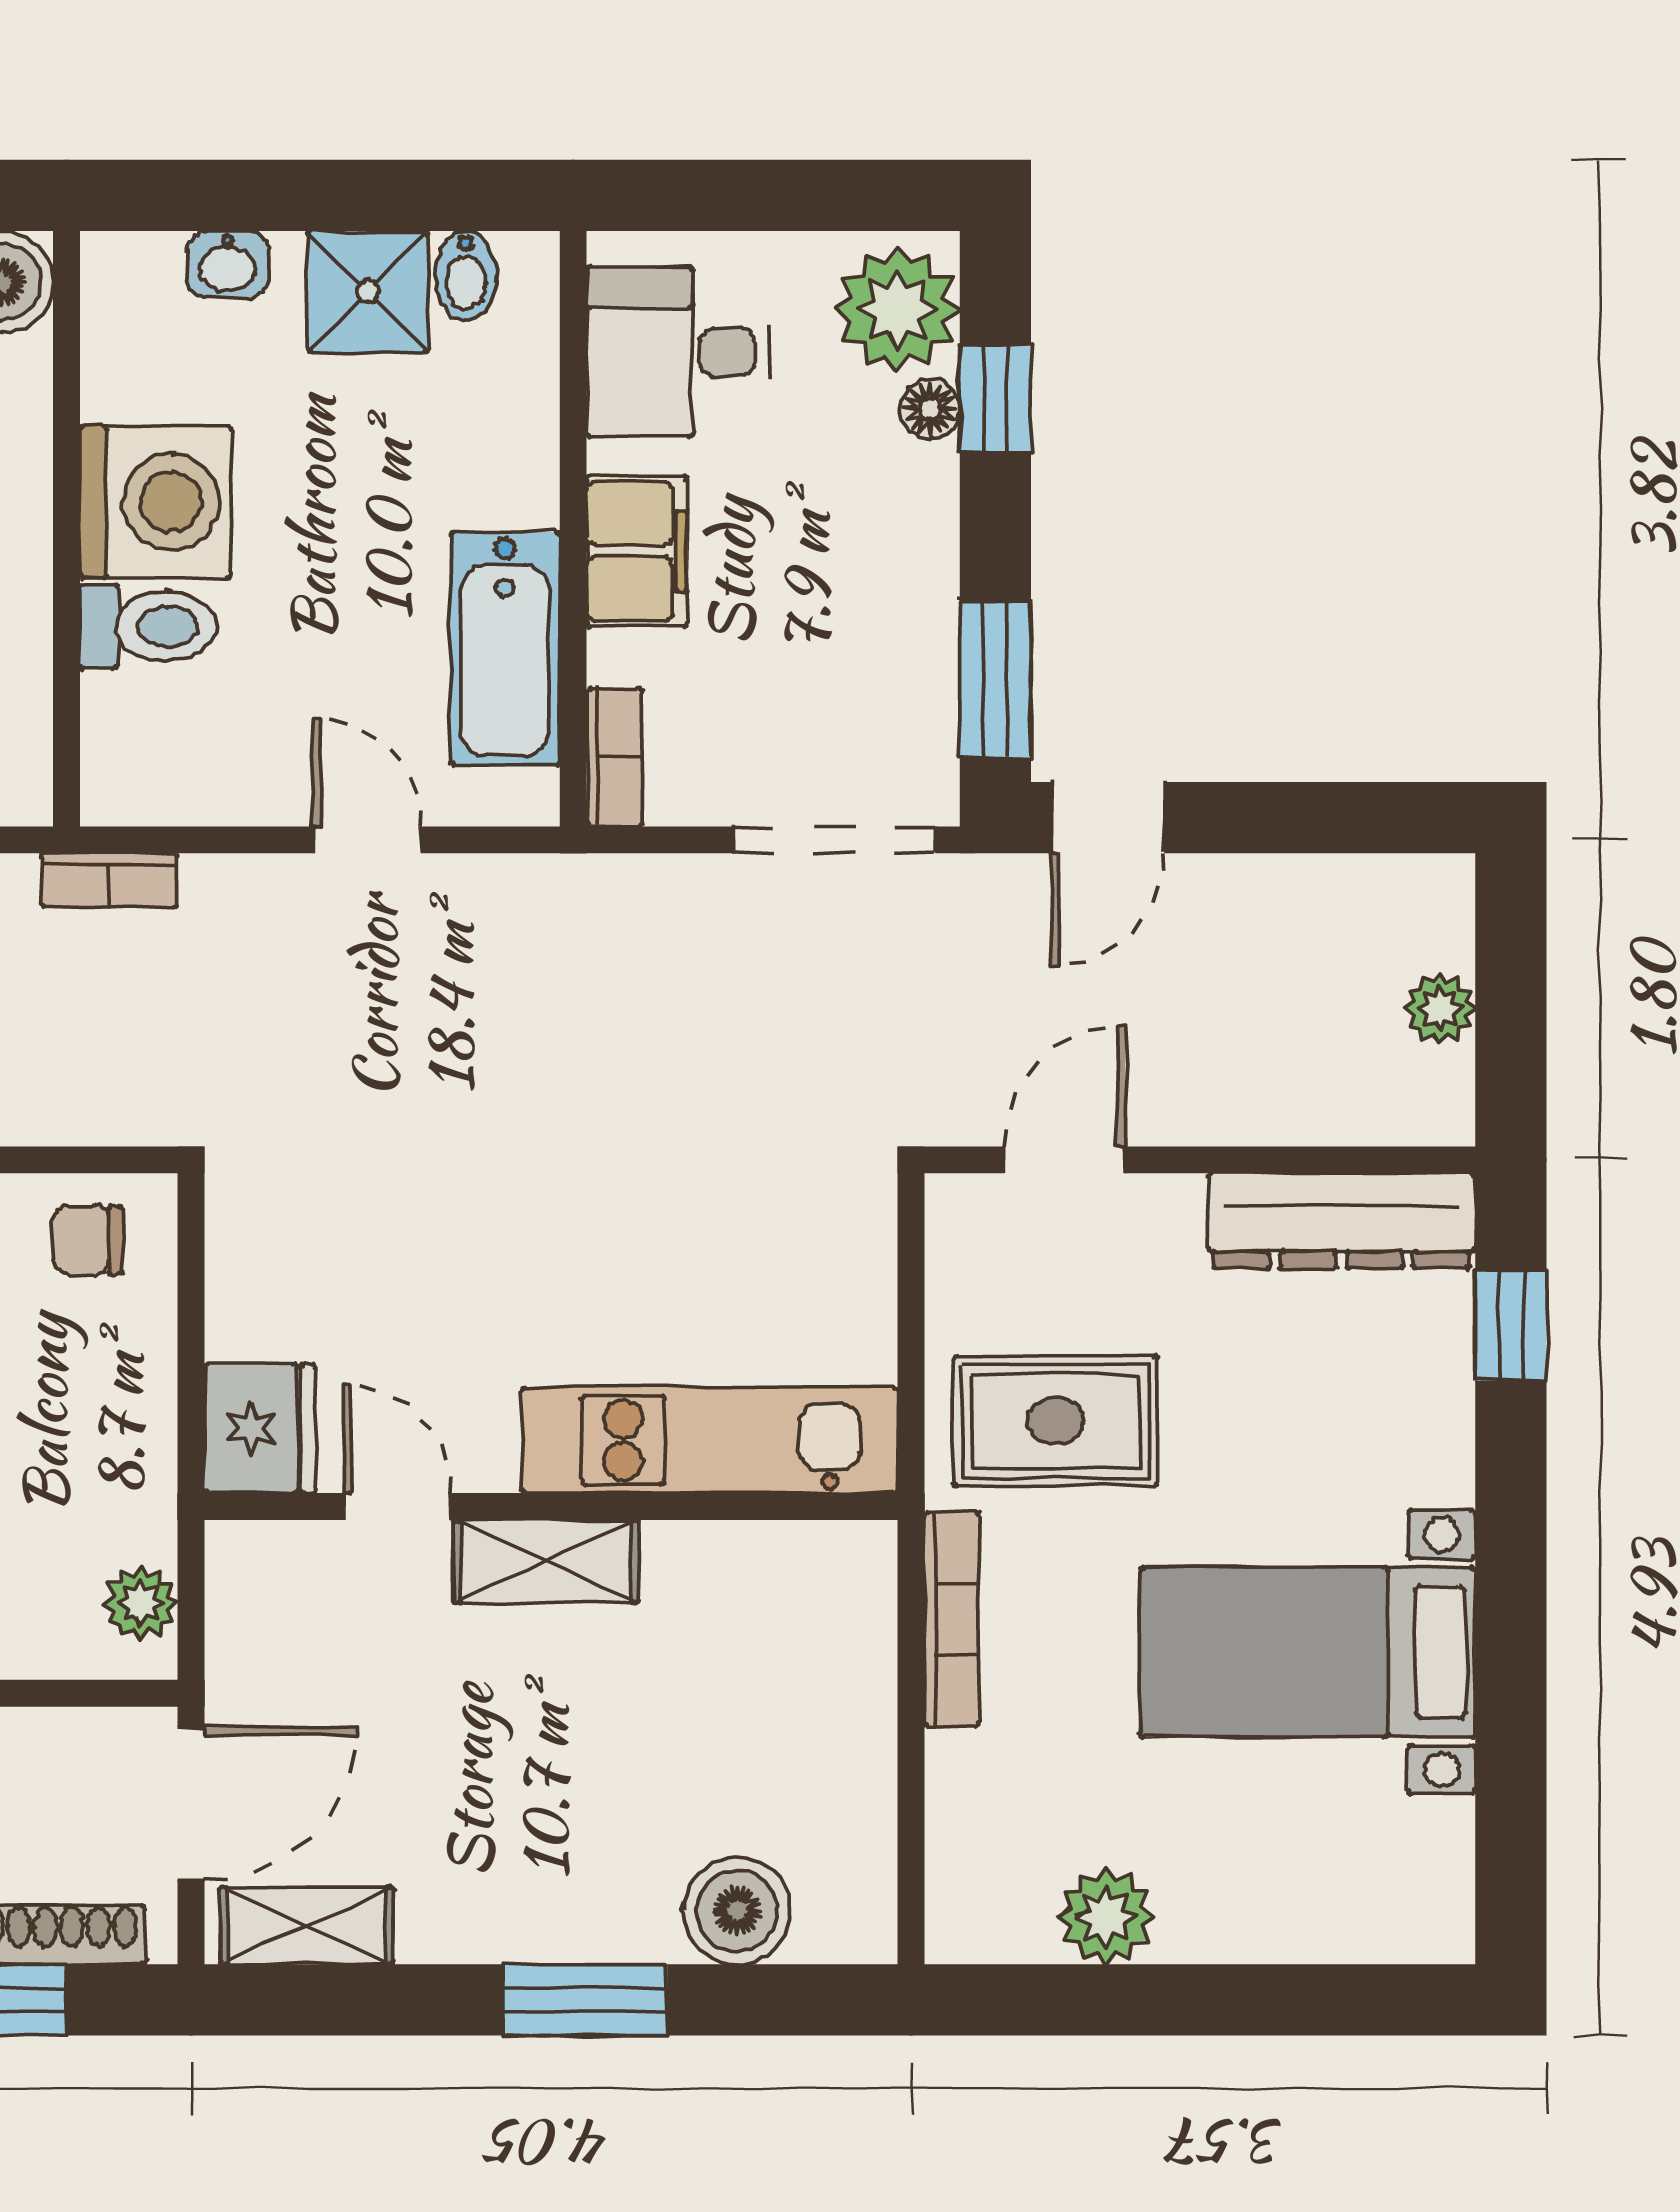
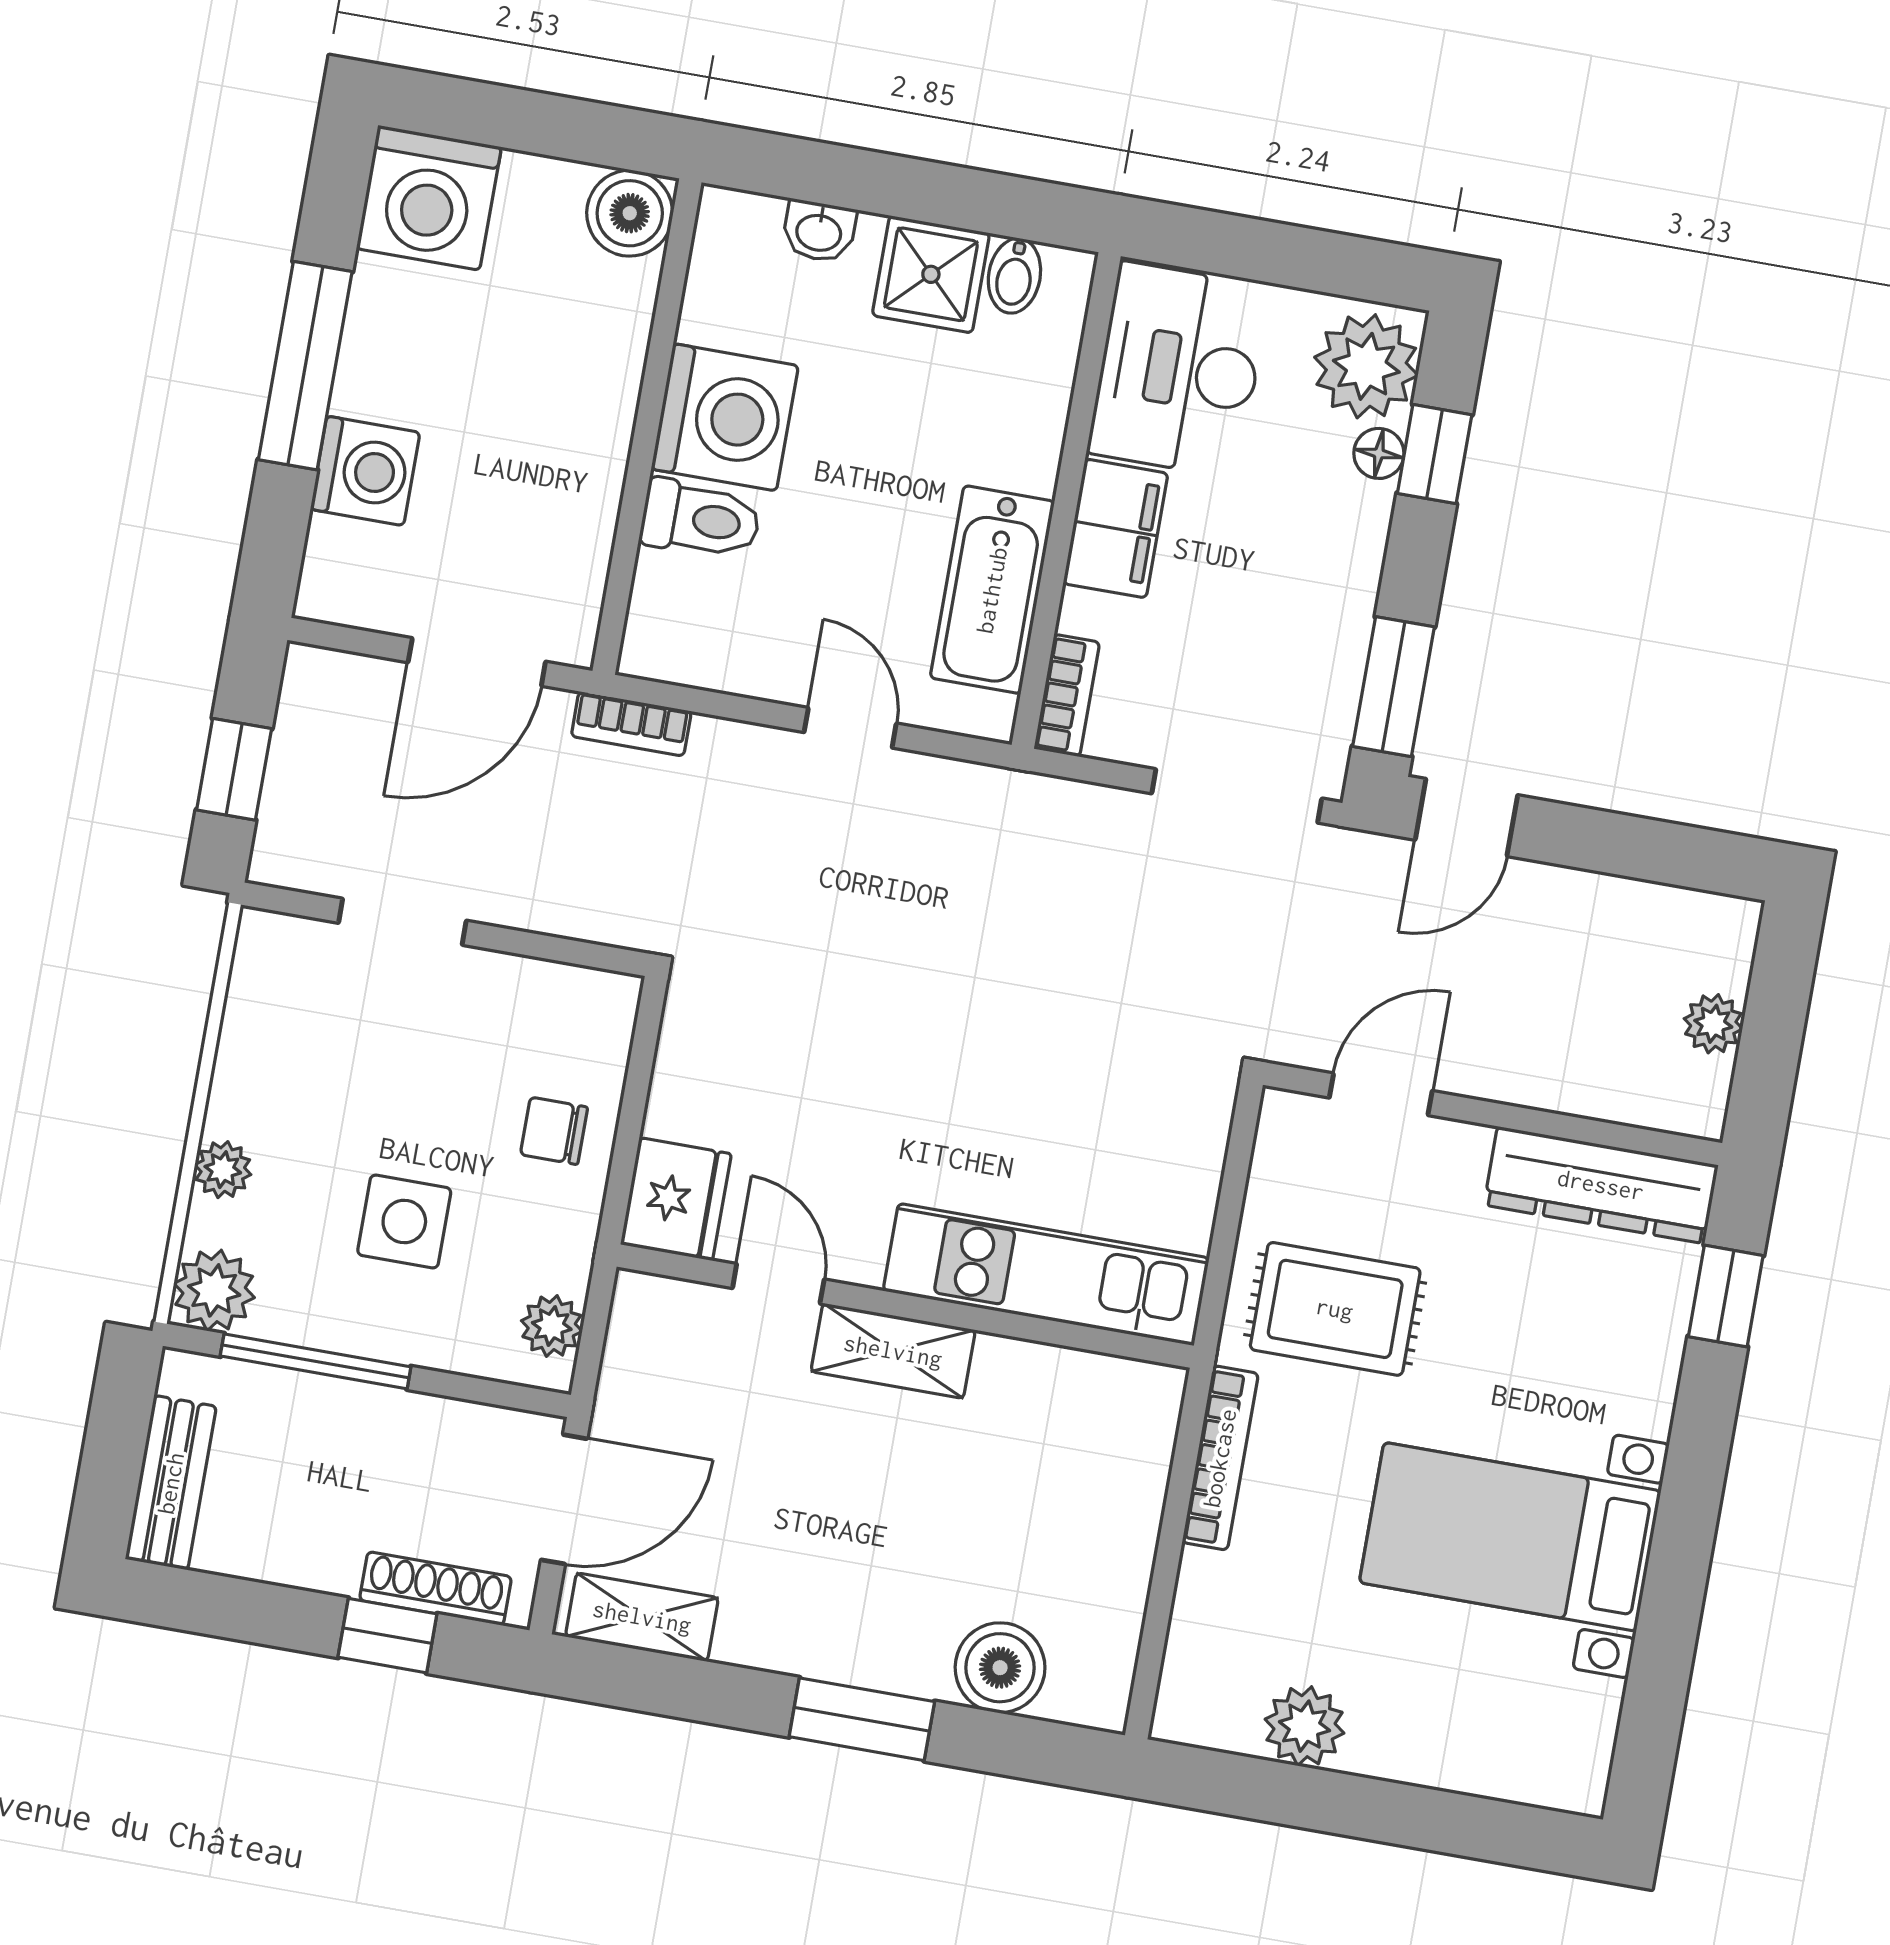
desk: (678, 352) -> (1179, 370), width x1.37
chair: (87, 1240) -> (554, 1131), moved

